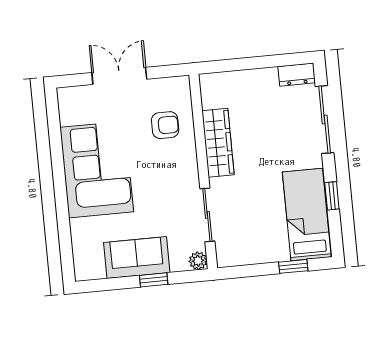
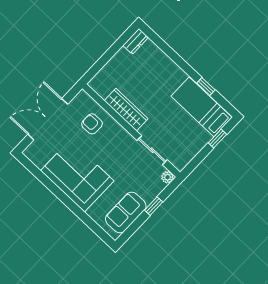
double door: (119, 76) -> (48, 119), width x1.37
sliding door: (325, 120) -> (169, 52), removed
armchair: (165, 125) -> (92, 124), turned -90
sofa: (137, 258) -> (126, 213), moved

